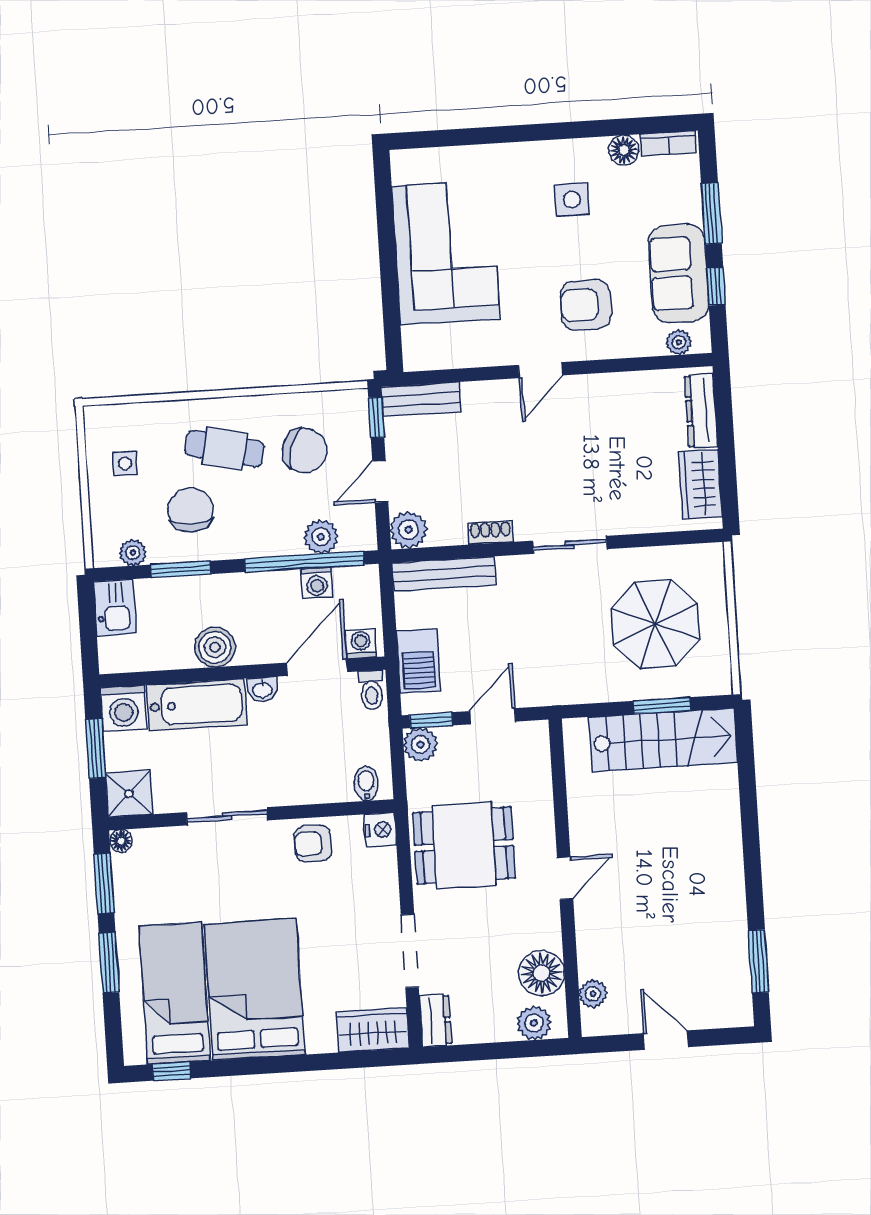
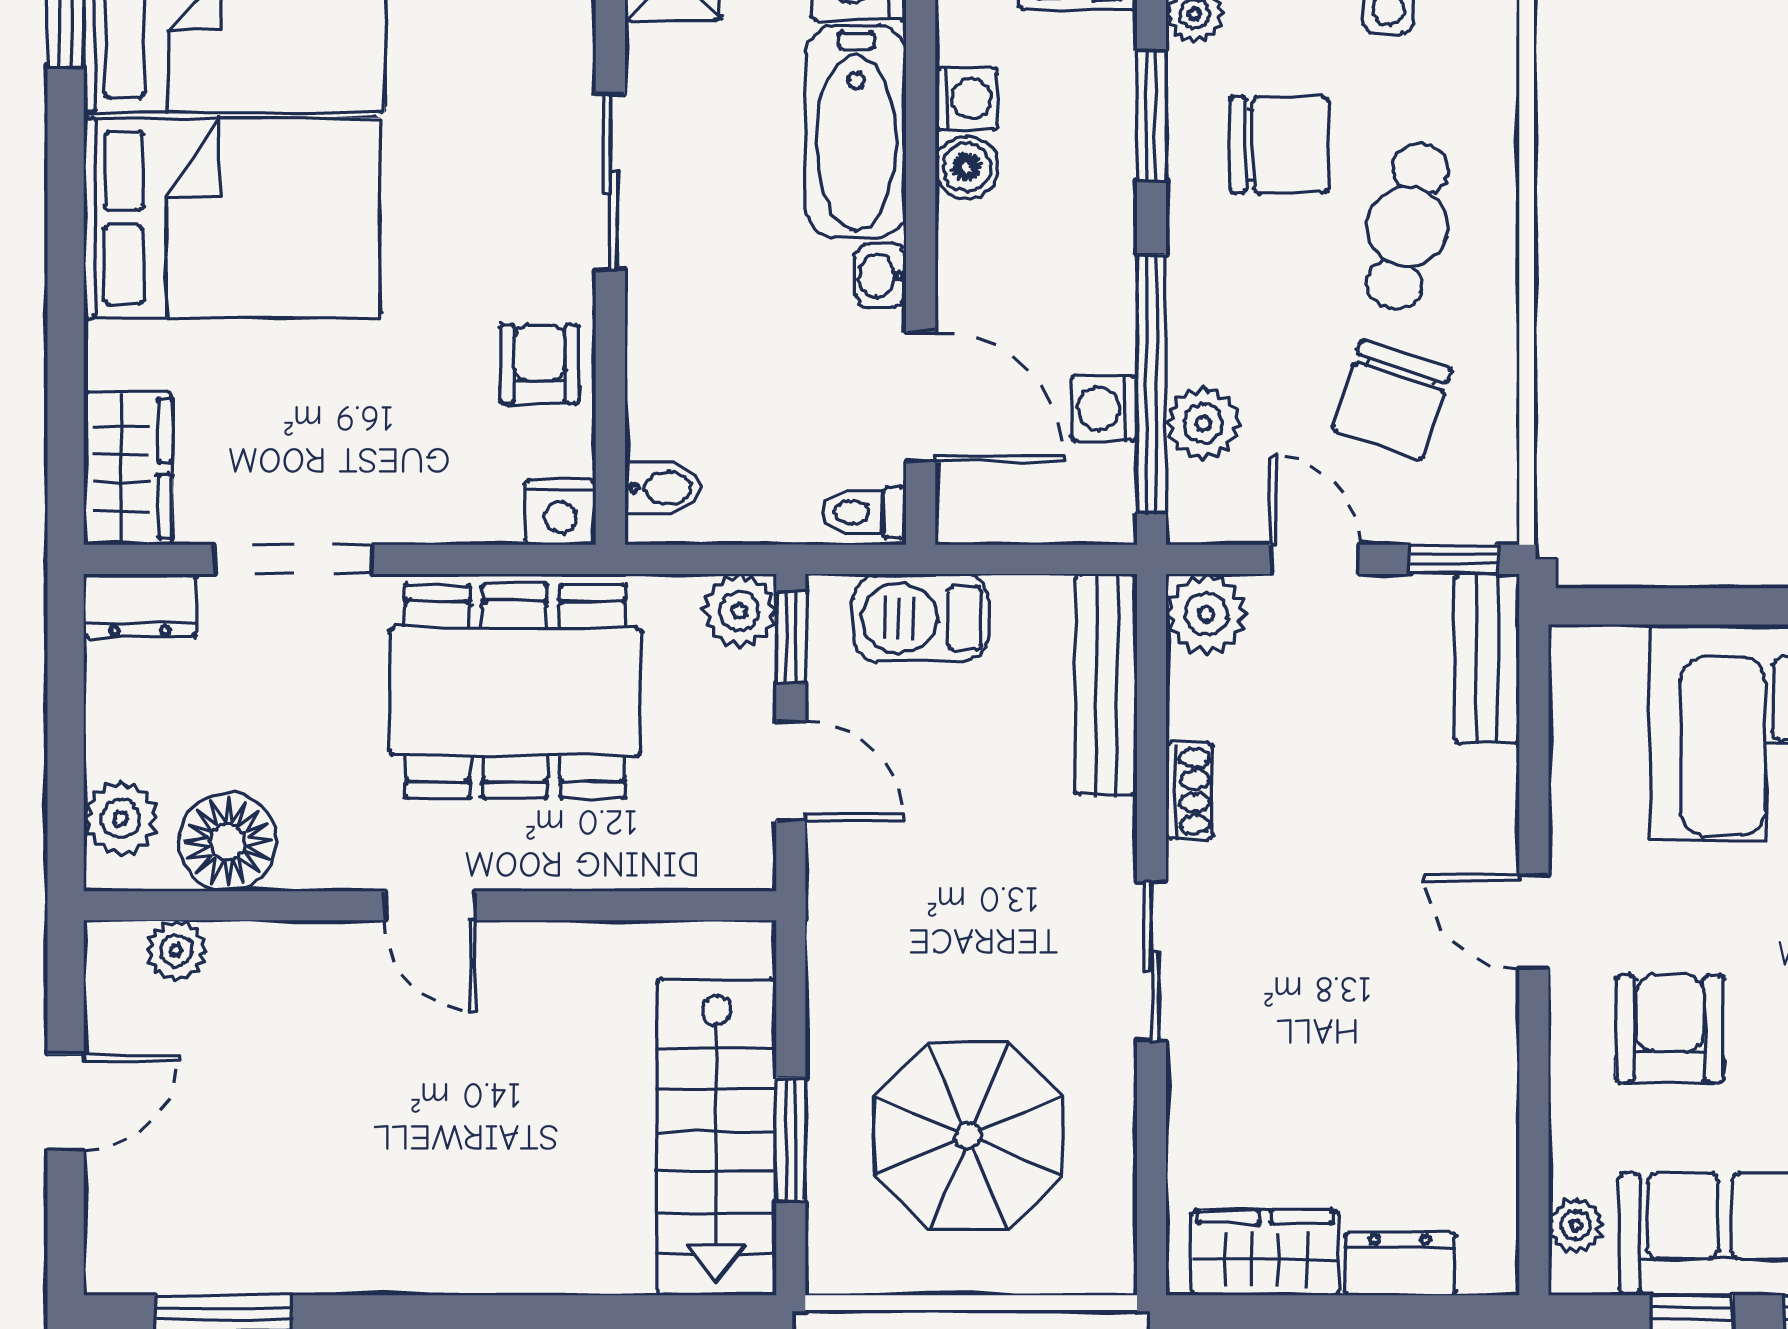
dresser: (701, 411) -> (1400, 1264), width x0.70
washing machine: (361, 644) -> (966, 99), moved
boiler: (215, 647) -> (967, 167), width x0.73, depth x0.73
dining table: (464, 845) -> (515, 691), width x1.38

